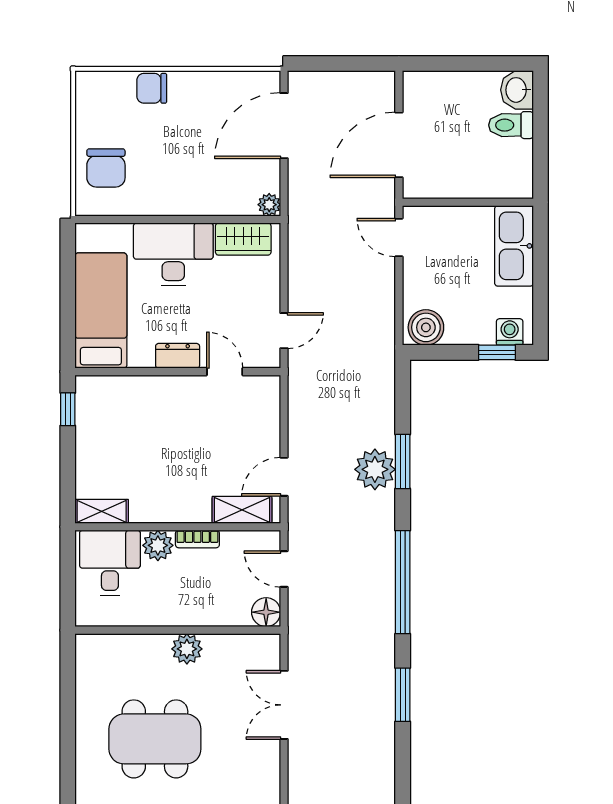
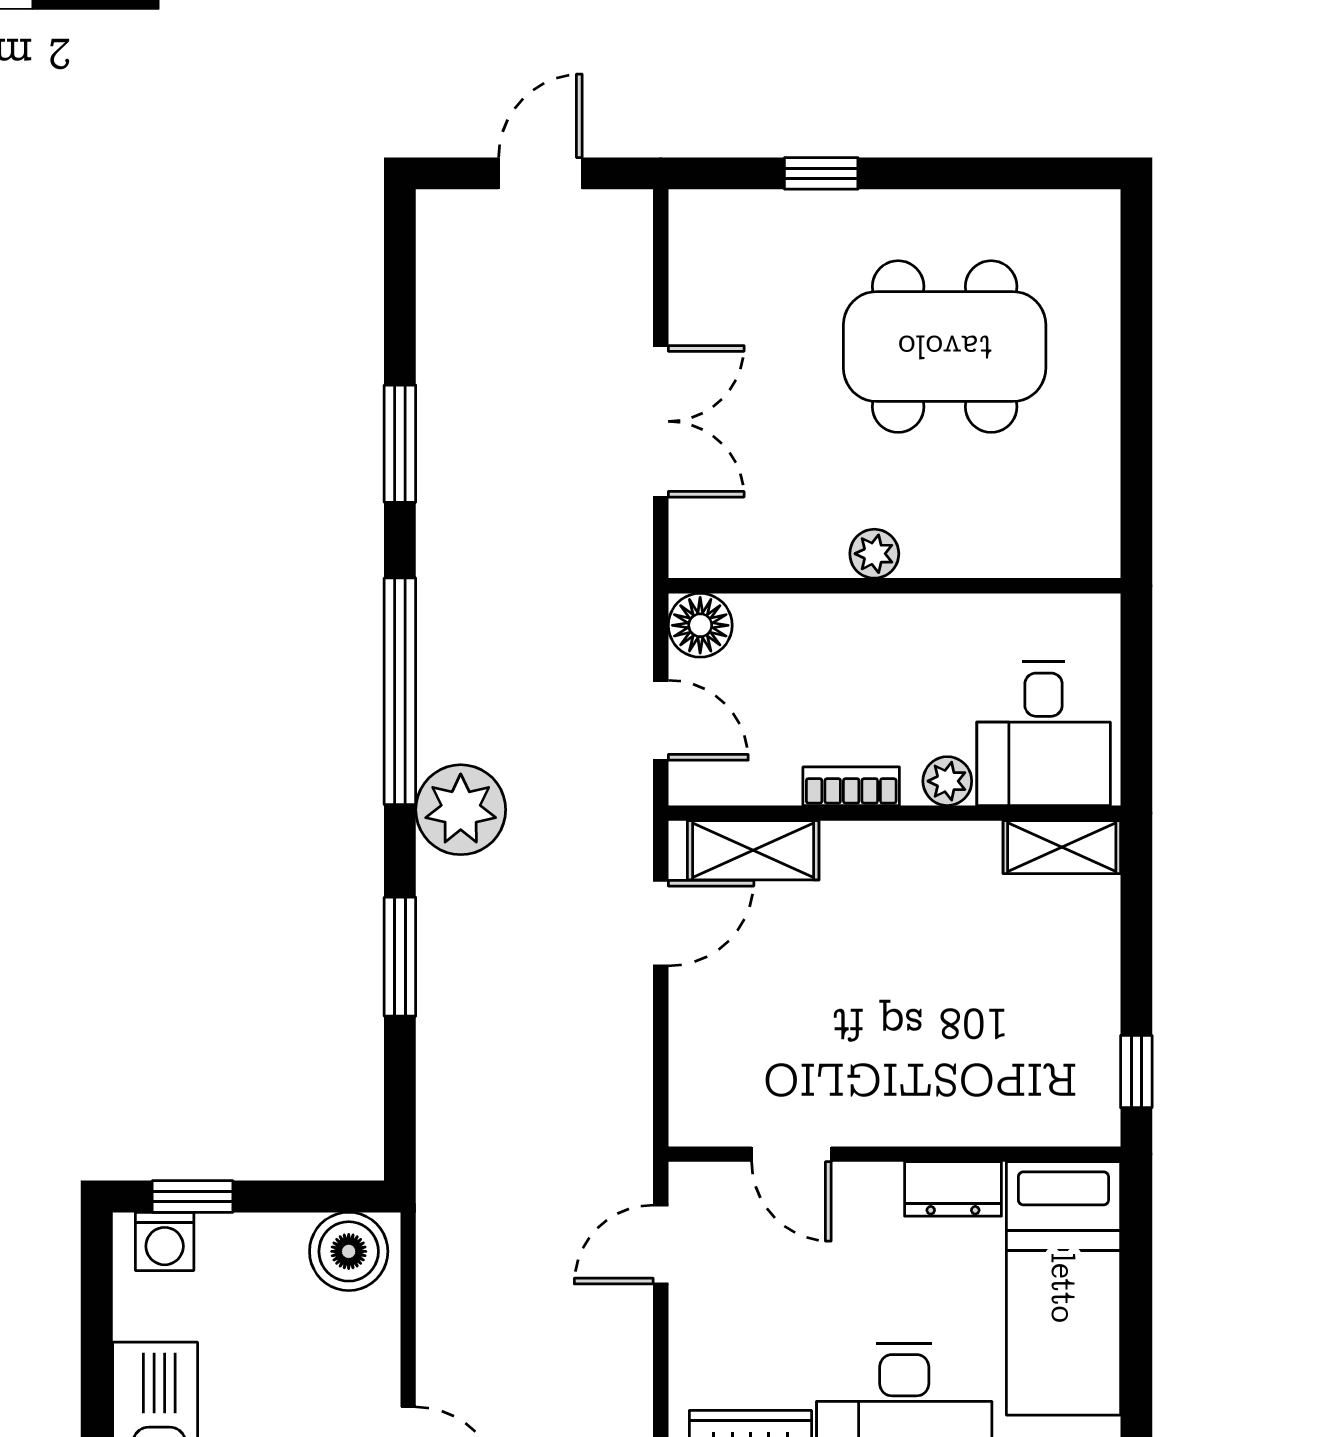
dresser: (178, 356) -> (953, 1189), moved
plant: (375, 469) -> (461, 810), moved
plant: (158, 545) -> (947, 781), width x0.73, depth x0.73
plant: (187, 649) -> (874, 554), width x0.73, depth x0.73

